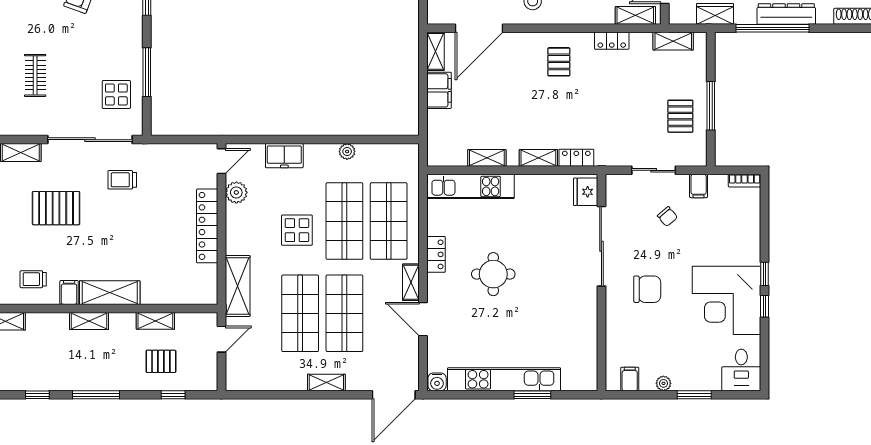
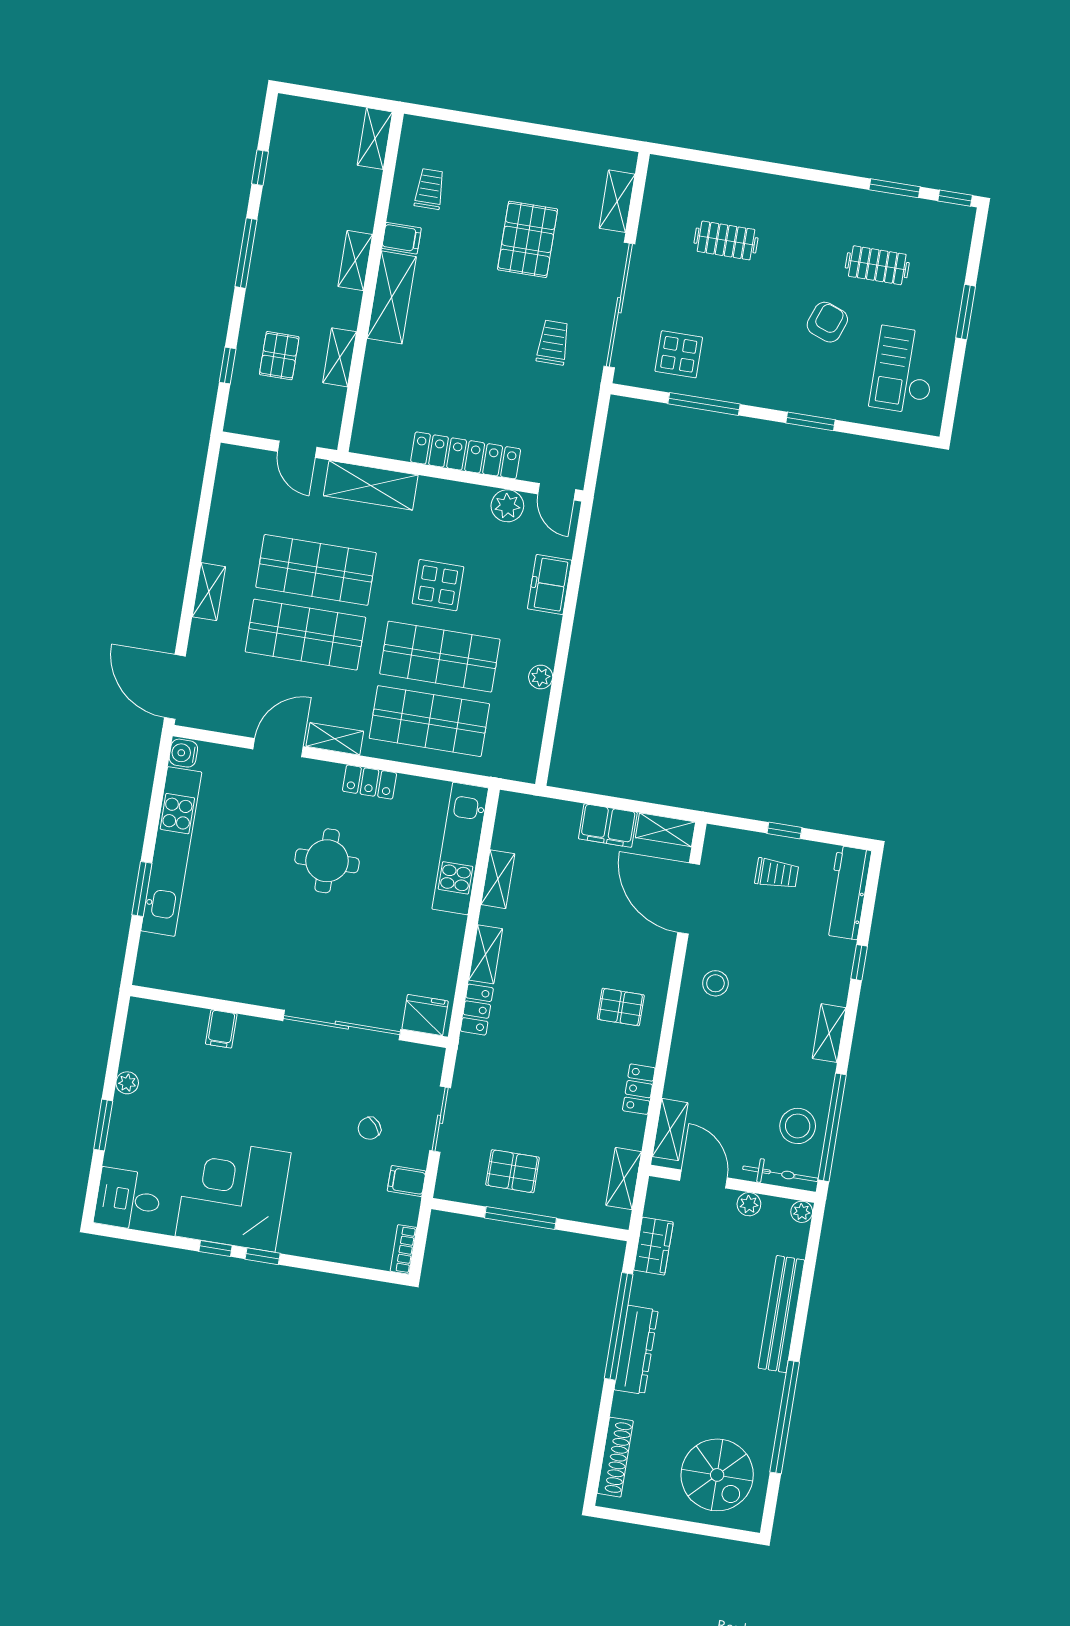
chair: (647, 289) -> (268, 1081), removed
filing cabinet: (630, 379) -> (221, 1029), moved, turned 90

